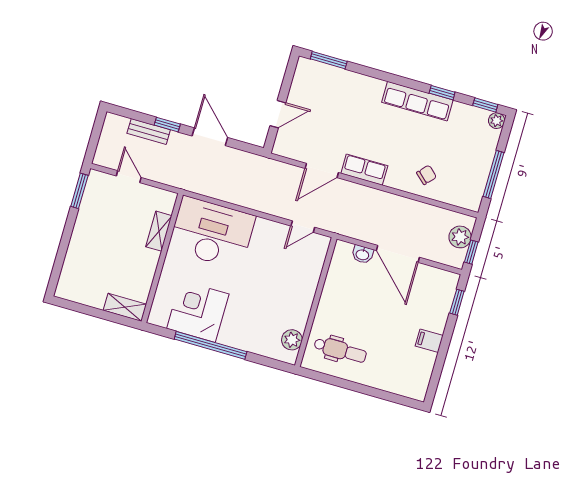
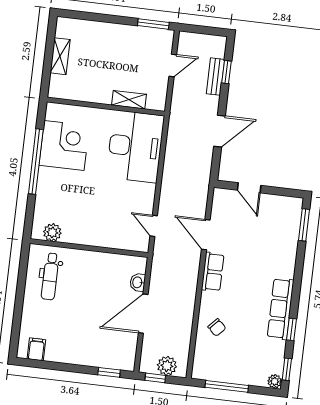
window: (167, 125) -> (227, 72), moved
shelving: (125, 307) -> (60, 56), moved
filing cabinet: (429, 341) -> (36, 349), moved

